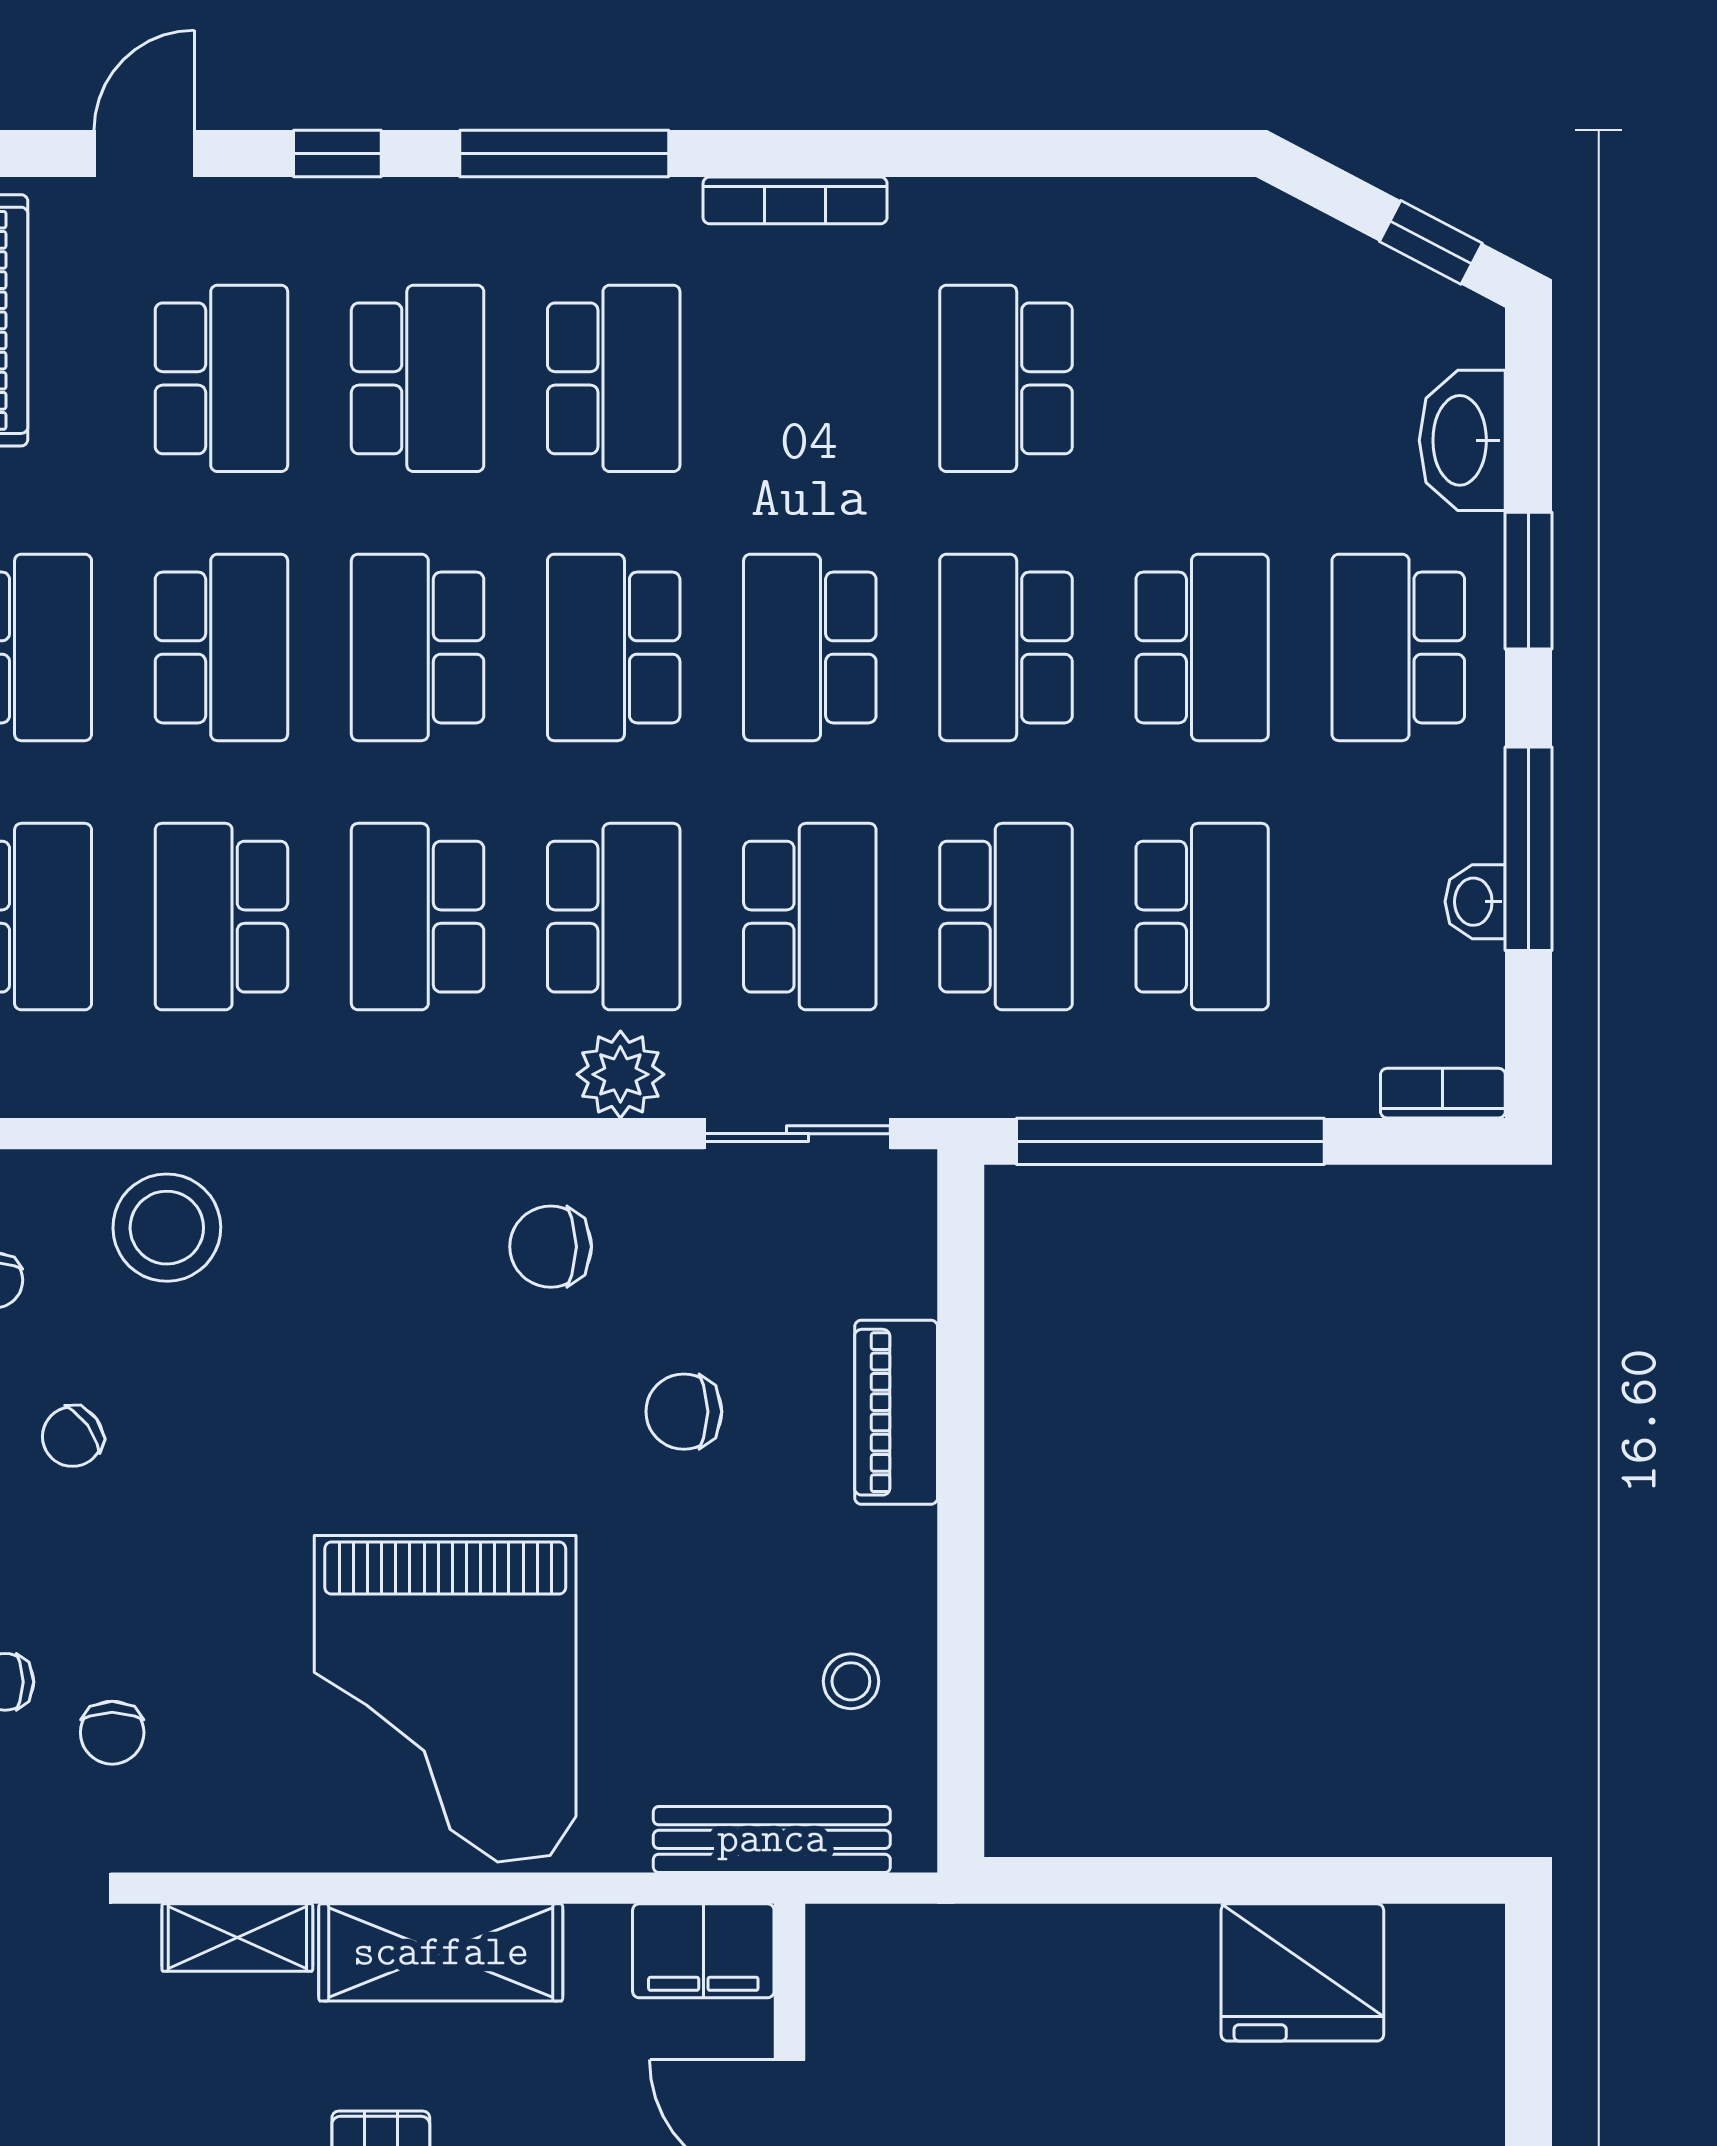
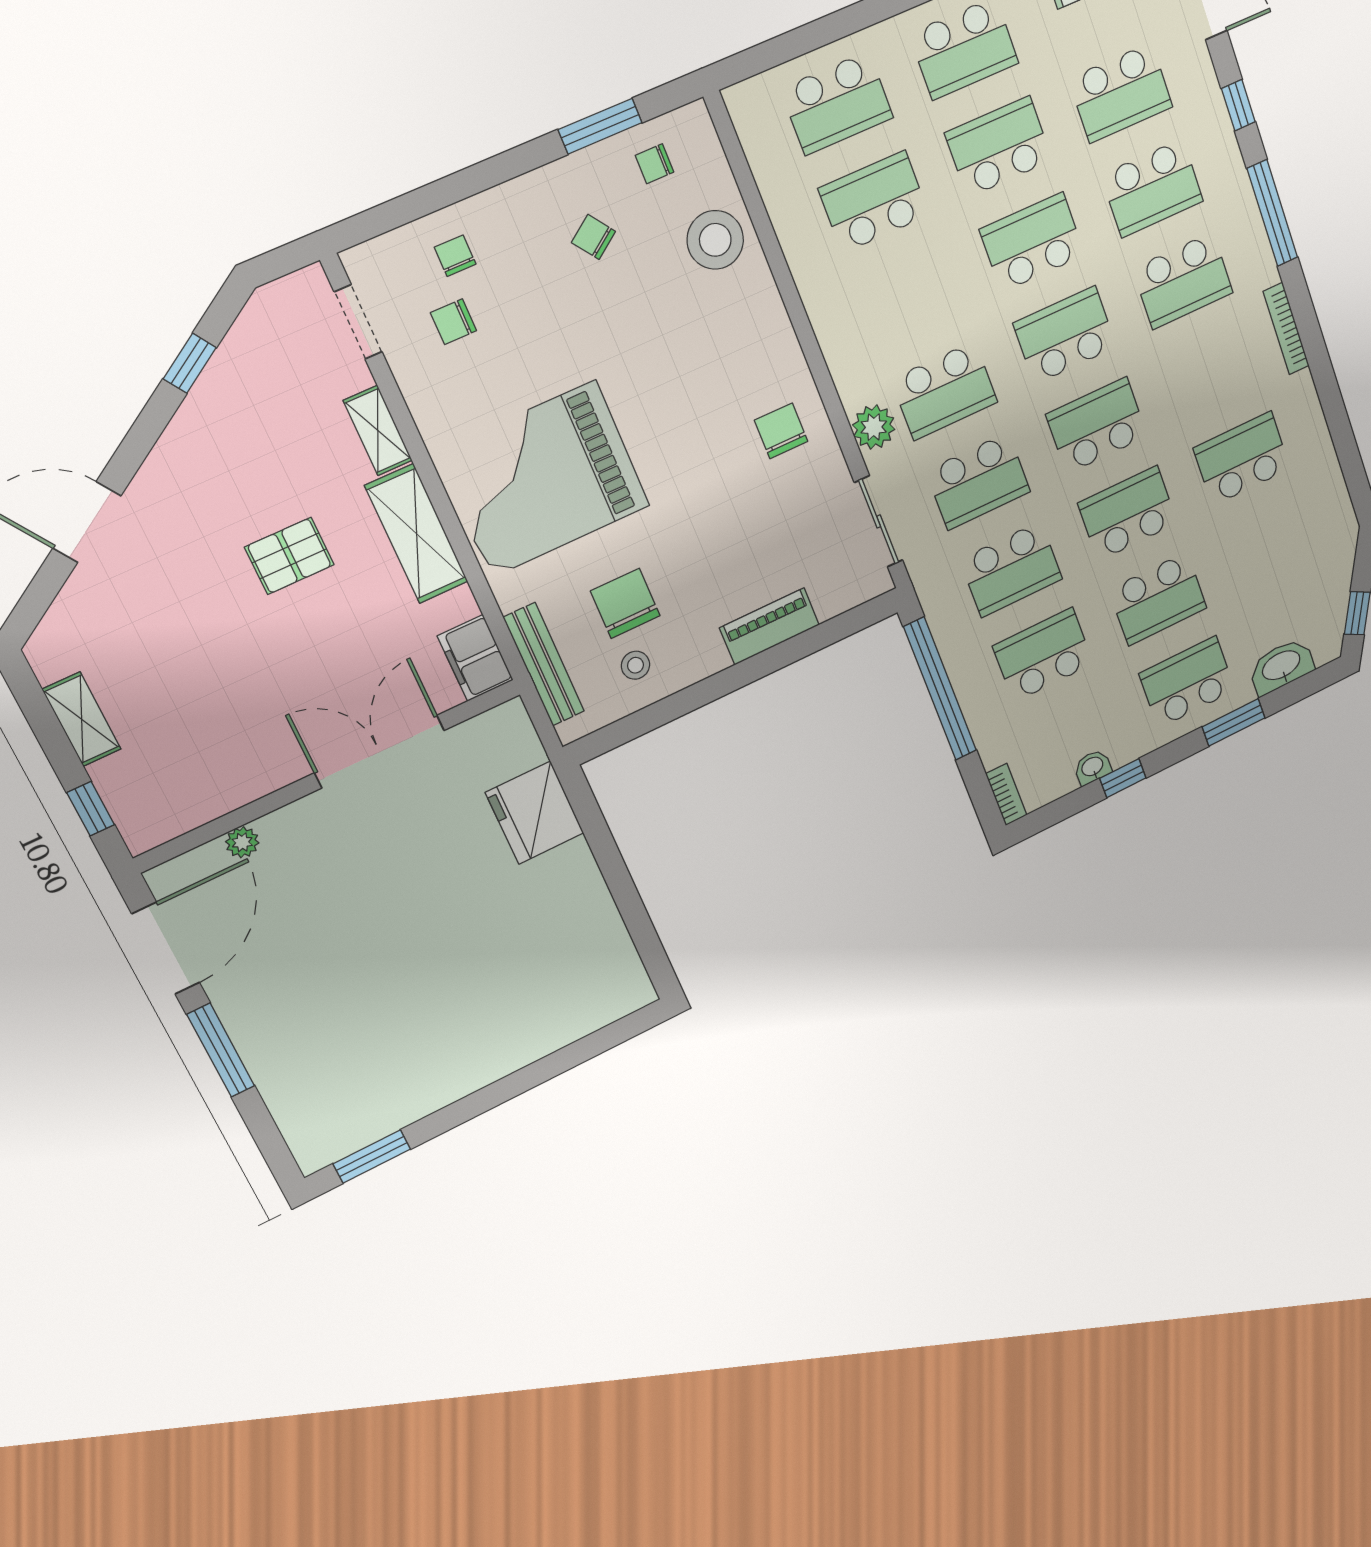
school desk: (221, 647) -> (999, 147), turned 180
window: (1529, 849) -> (1123, 778), width x0.46
school desk: (418, 917) -> (910, 298), removed
school desk: (1202, 917) -> (1043, 655), turned 180
chair: (684, 1412) -> (625, 603), moved, width x1.37, depth x1.37
fridge: (1302, 1972) -> (535, 813), moved

